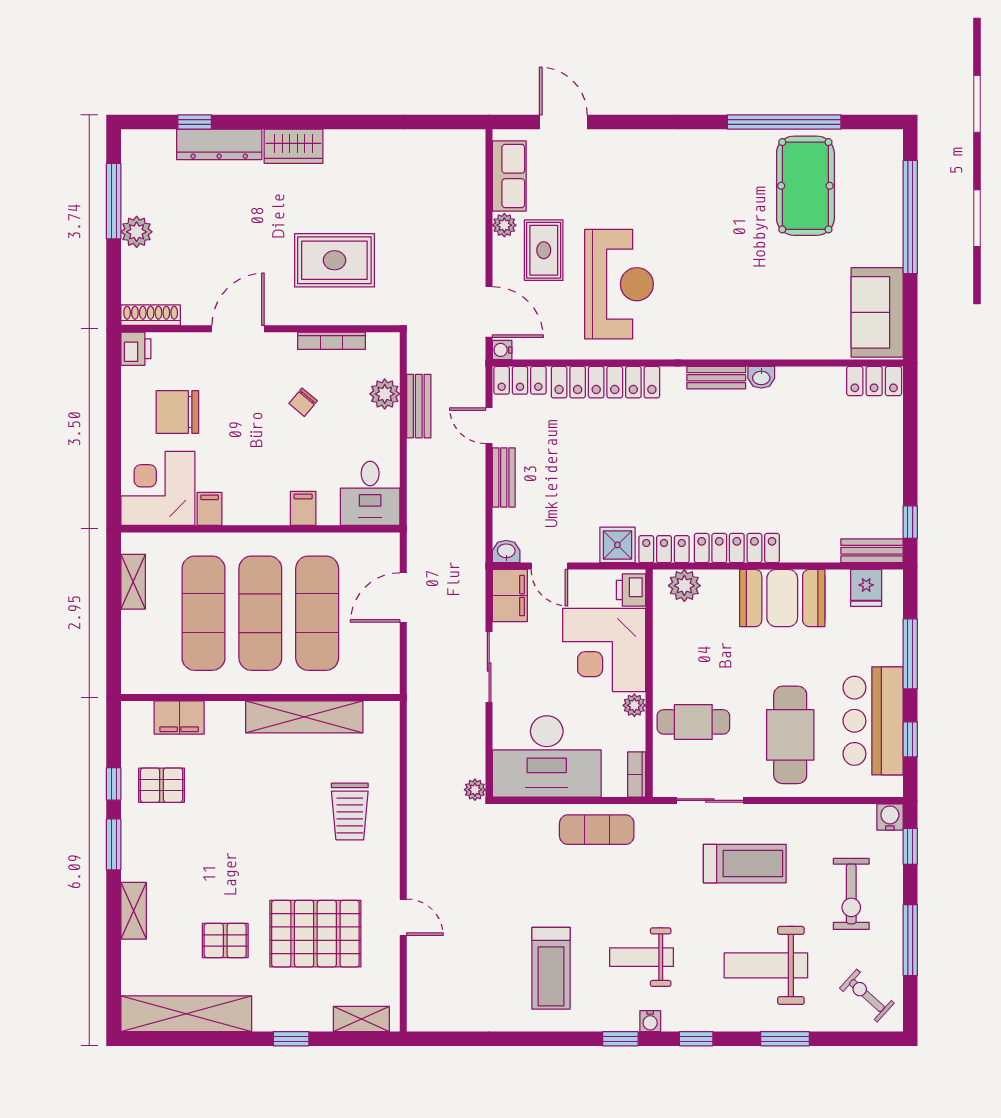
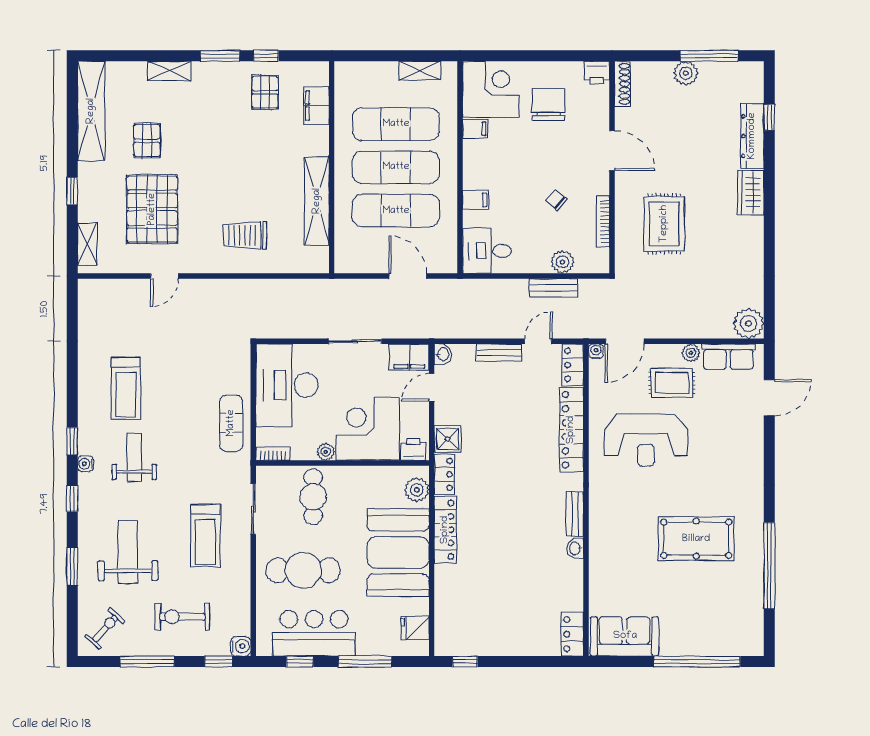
pool table: (805, 186) -> (696, 539), moved
bench: (872, 551) -> (443, 632), removed
booth: (782, 598) -> (398, 553), width x1.36, depth x1.42
plant: (475, 790) -> (749, 323), moved, width x1.87, depth x1.87
treadmill: (551, 968) -> (126, 388), turned -90

